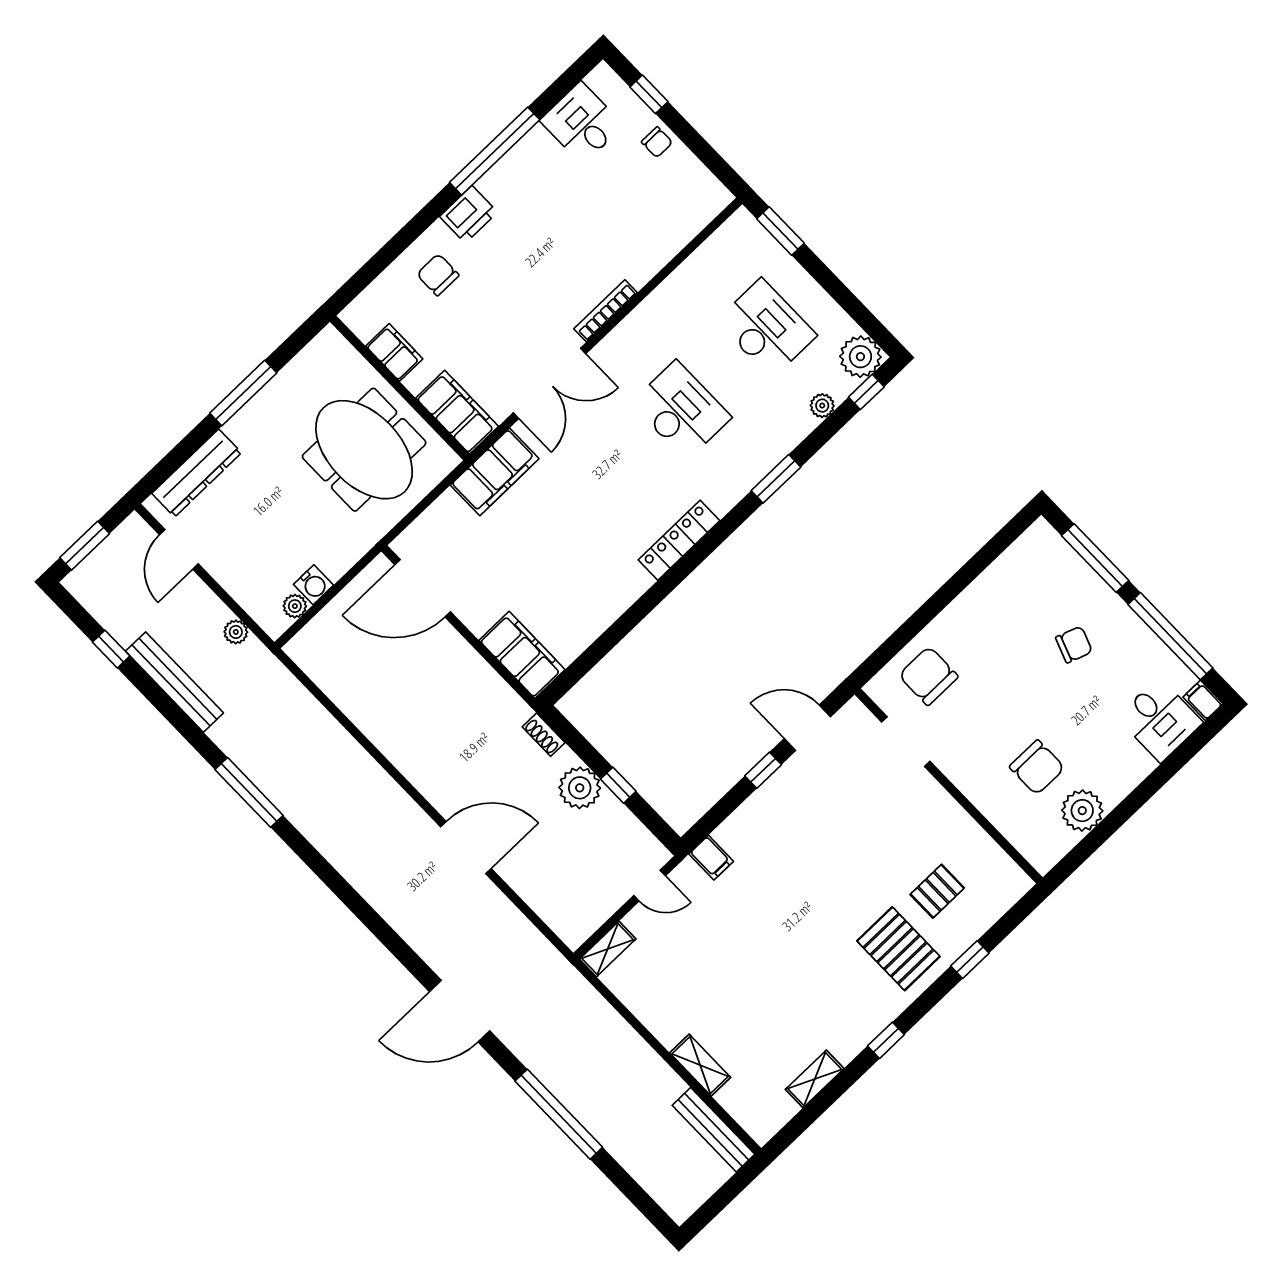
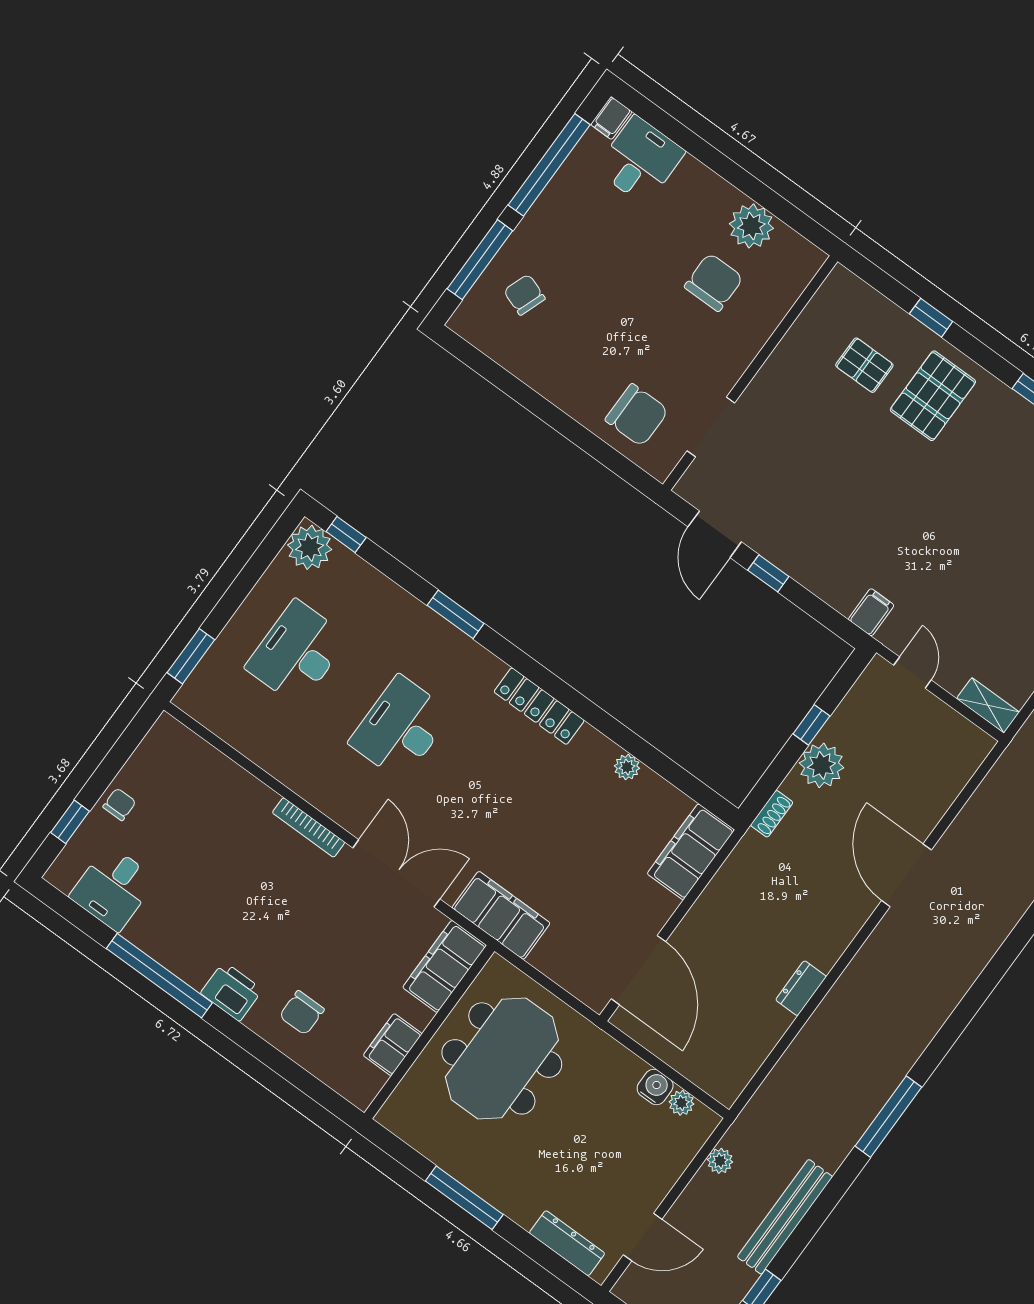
plant: (822, 406) -> (627, 767), moved
dresser: (197, 473) -> (567, 1243), width x0.73, depth x0.80
chair: (1074, 645) -> (524, 295), moved
chair: (928, 676) -> (637, 415), turned -90
dresser: (380, 733) -> (801, 988), added

